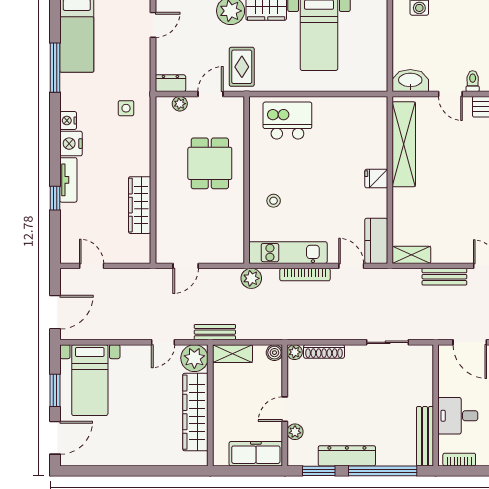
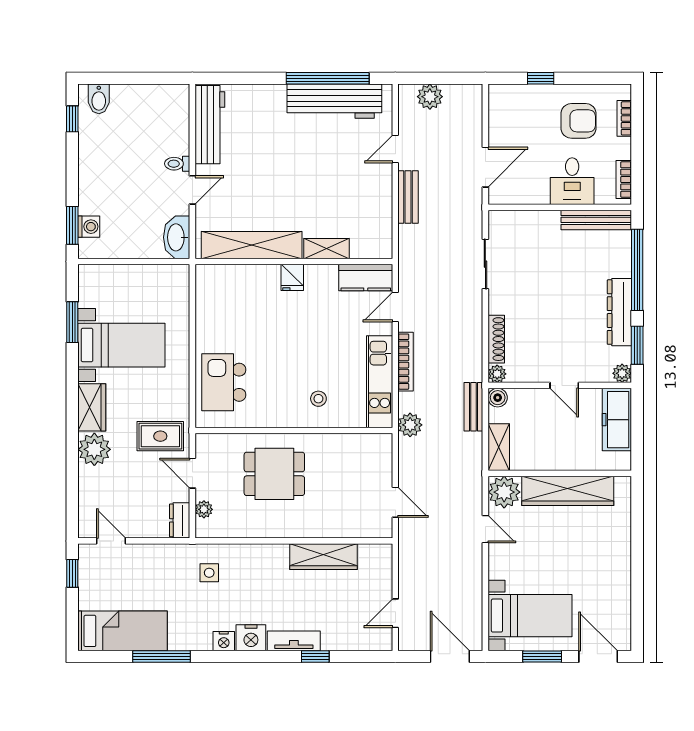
shelving: (411, 255) -> (327, 249), moved, turned 90
bench: (215, 332) -> (473, 407), moved
plant: (295, 432) -> (622, 373), moved

